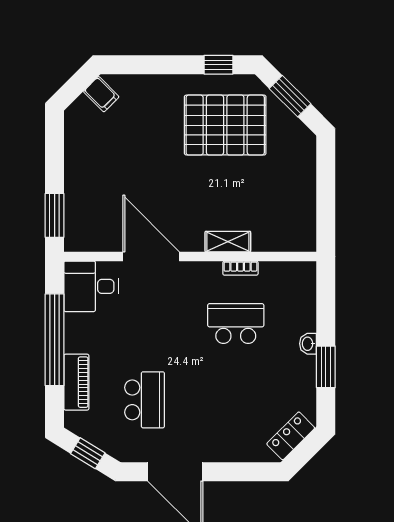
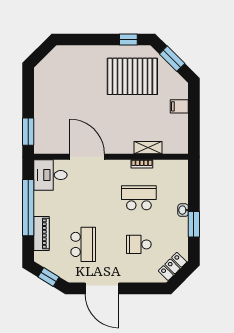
filing cabinet: (101, 94) -> (179, 106), moved, turned 135
shelving: (228, 242) -> (148, 148), moved
school desk: (236, 400) -> (139, 244), added

